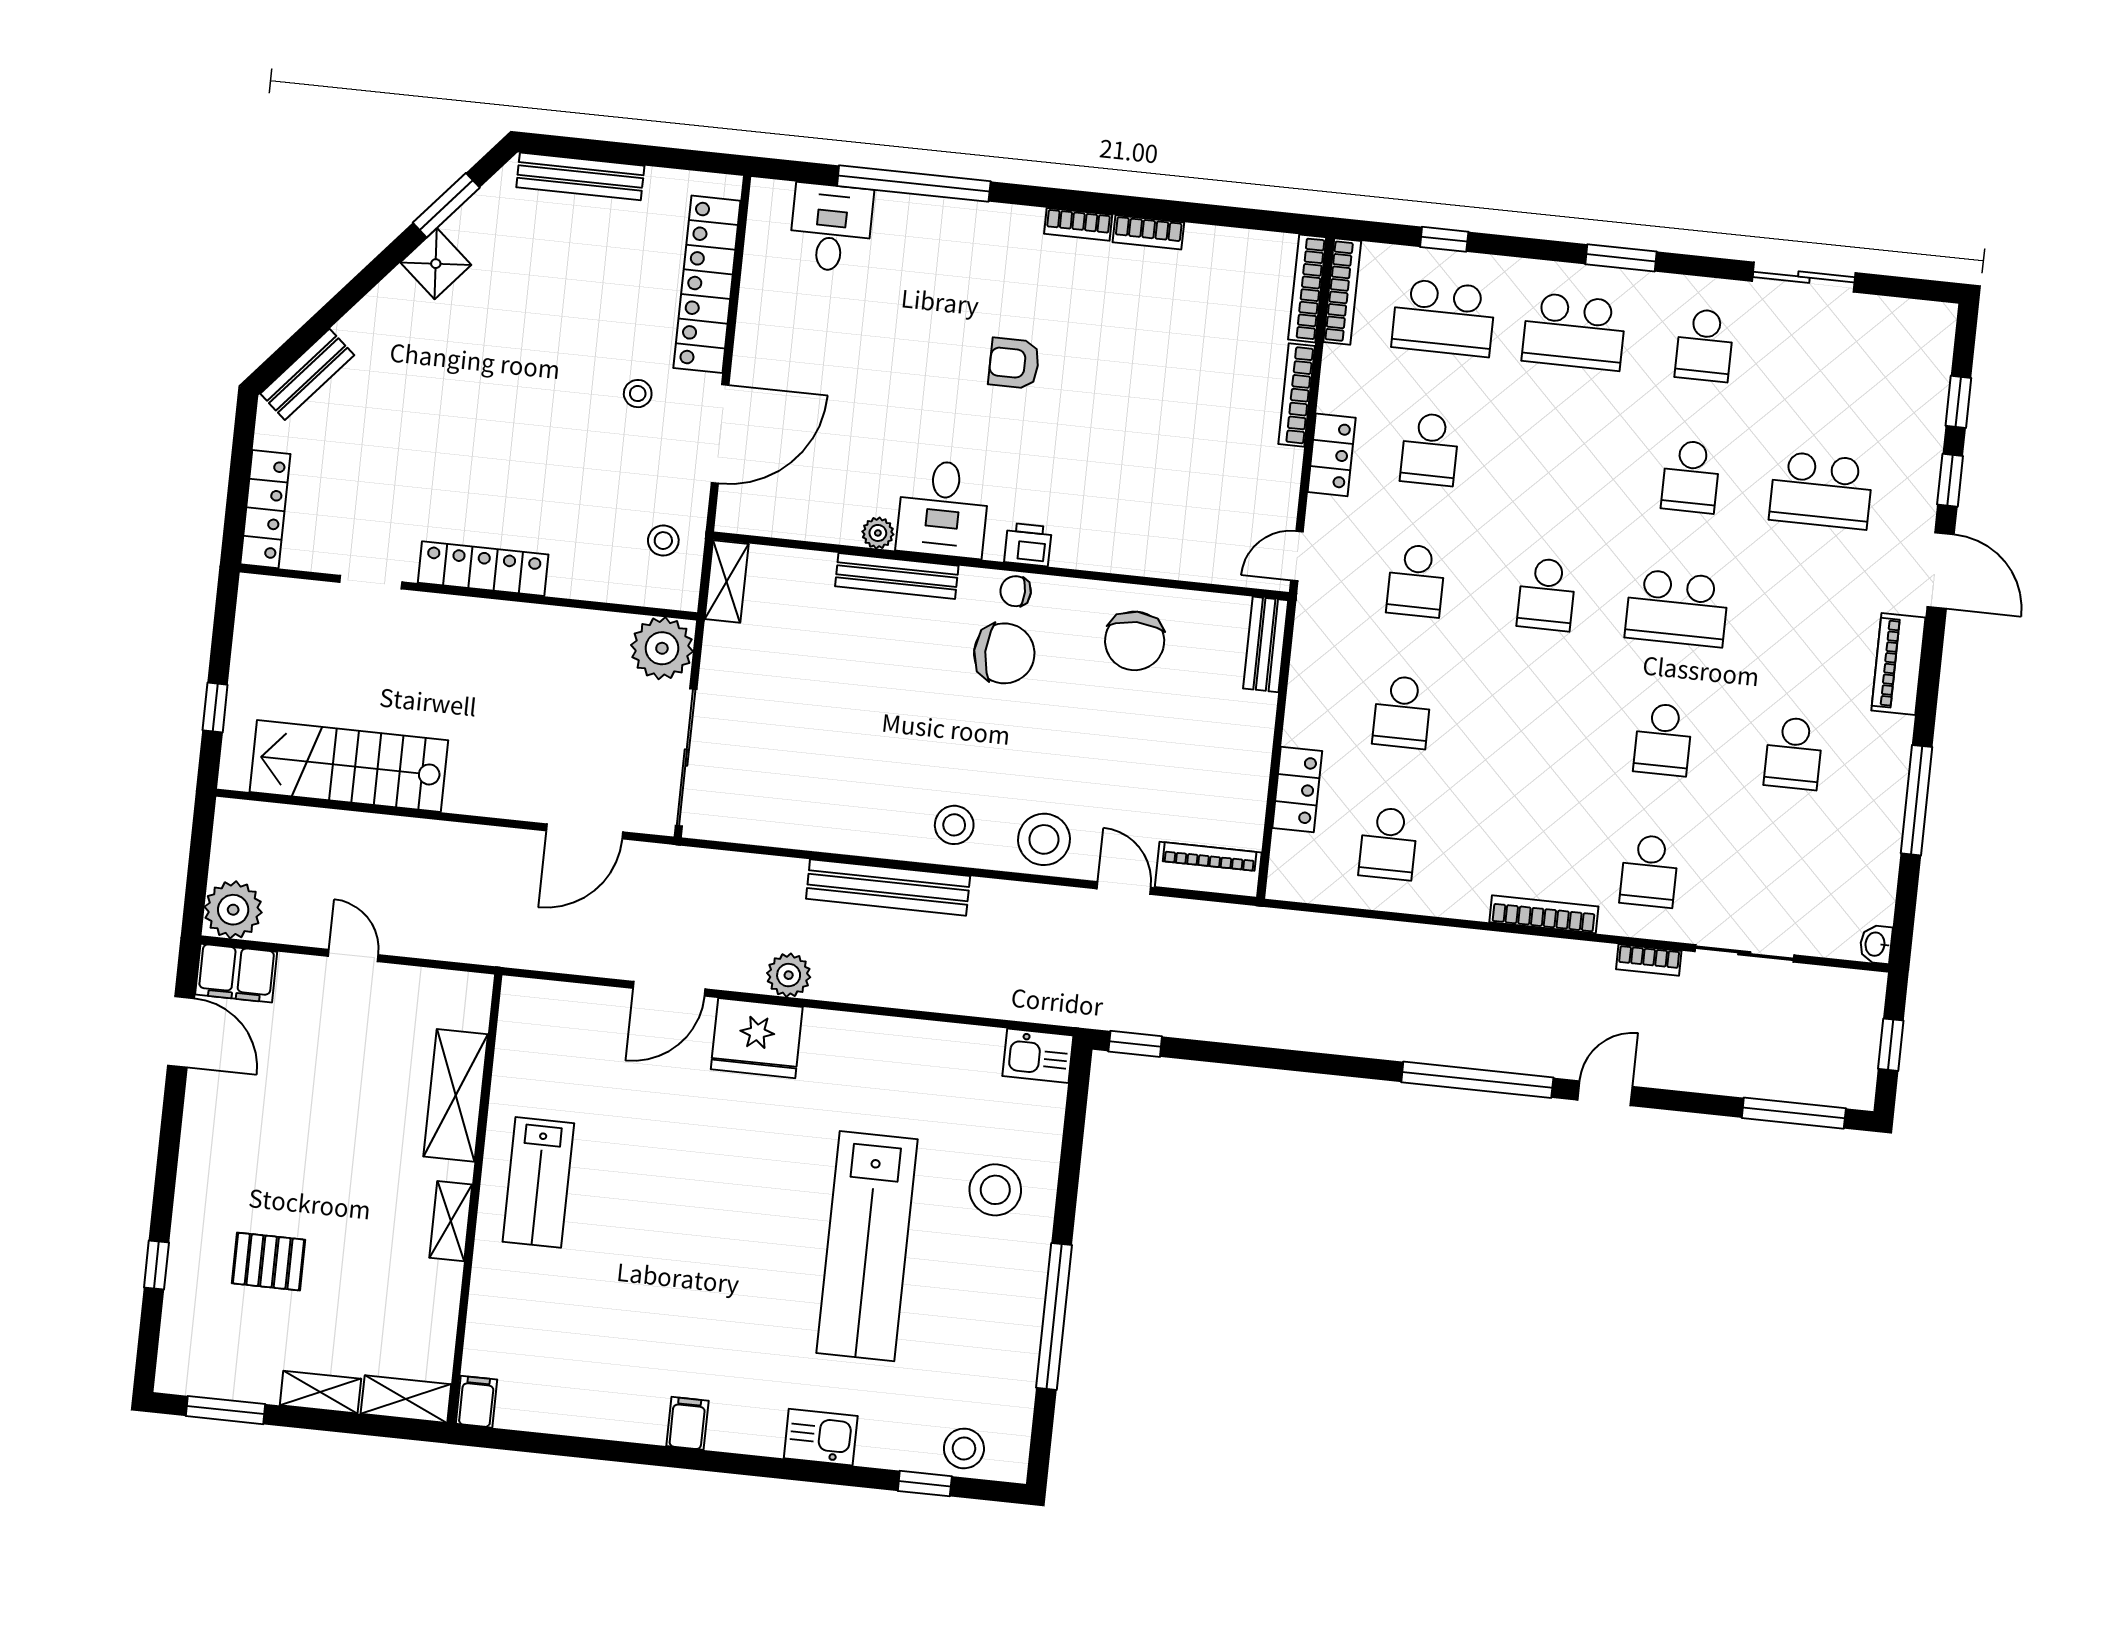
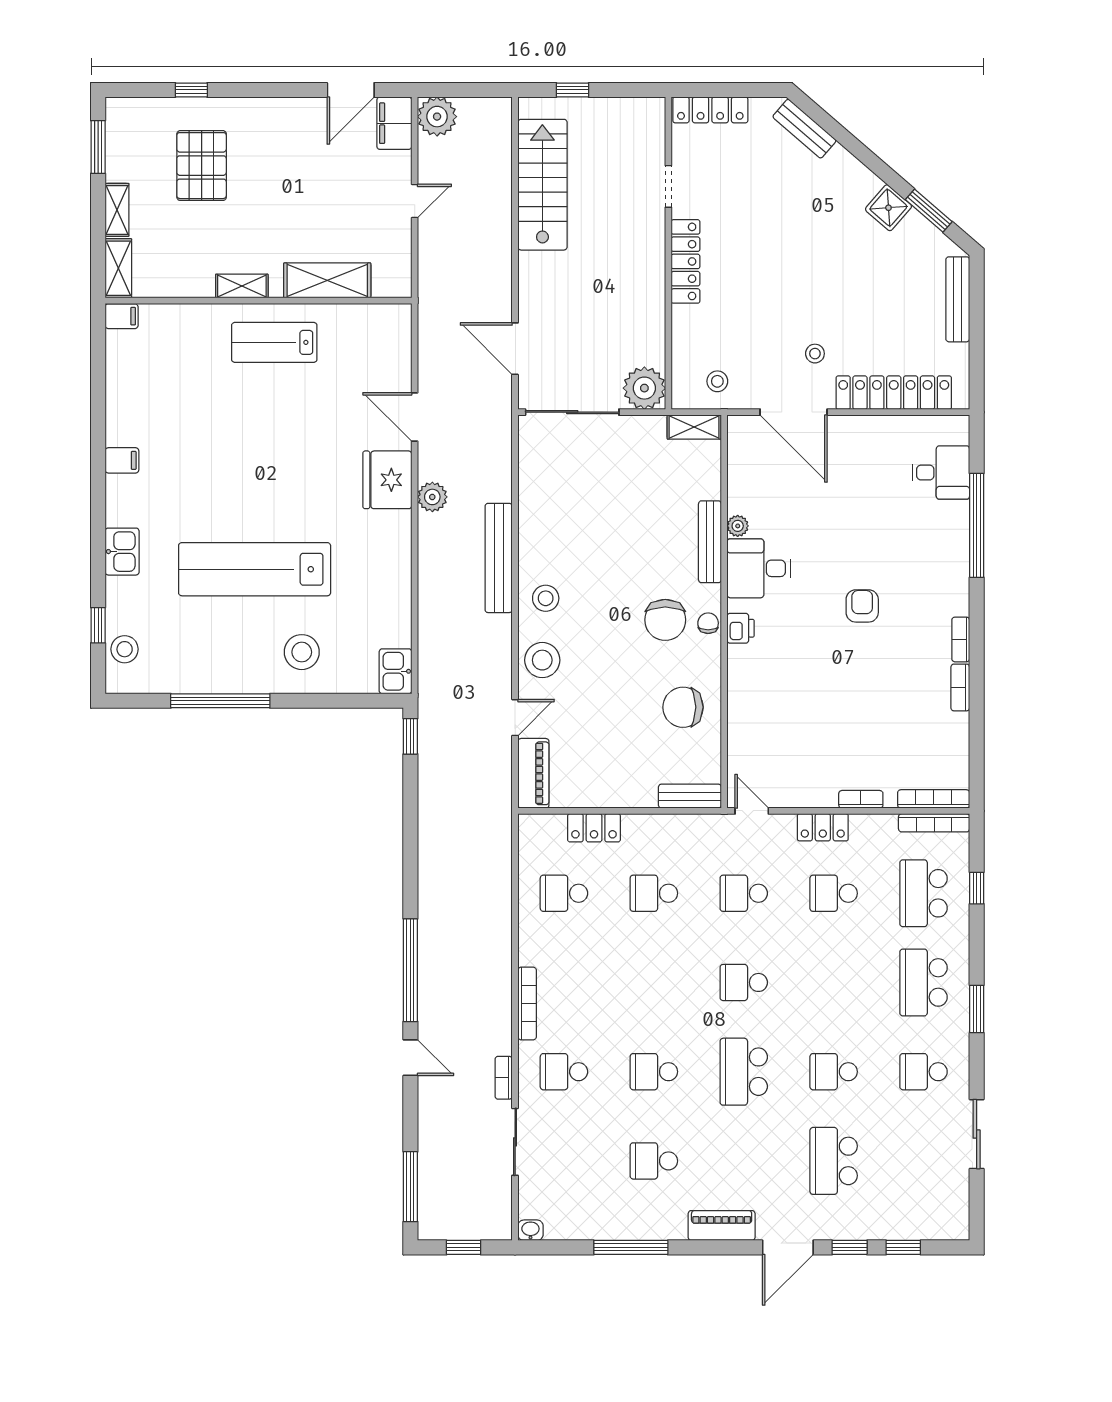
bookcase: (1297, 395) -> (861, 799), width x0.64
pallet: (269, 1262) -> (202, 166), width x1.50, depth x1.42

